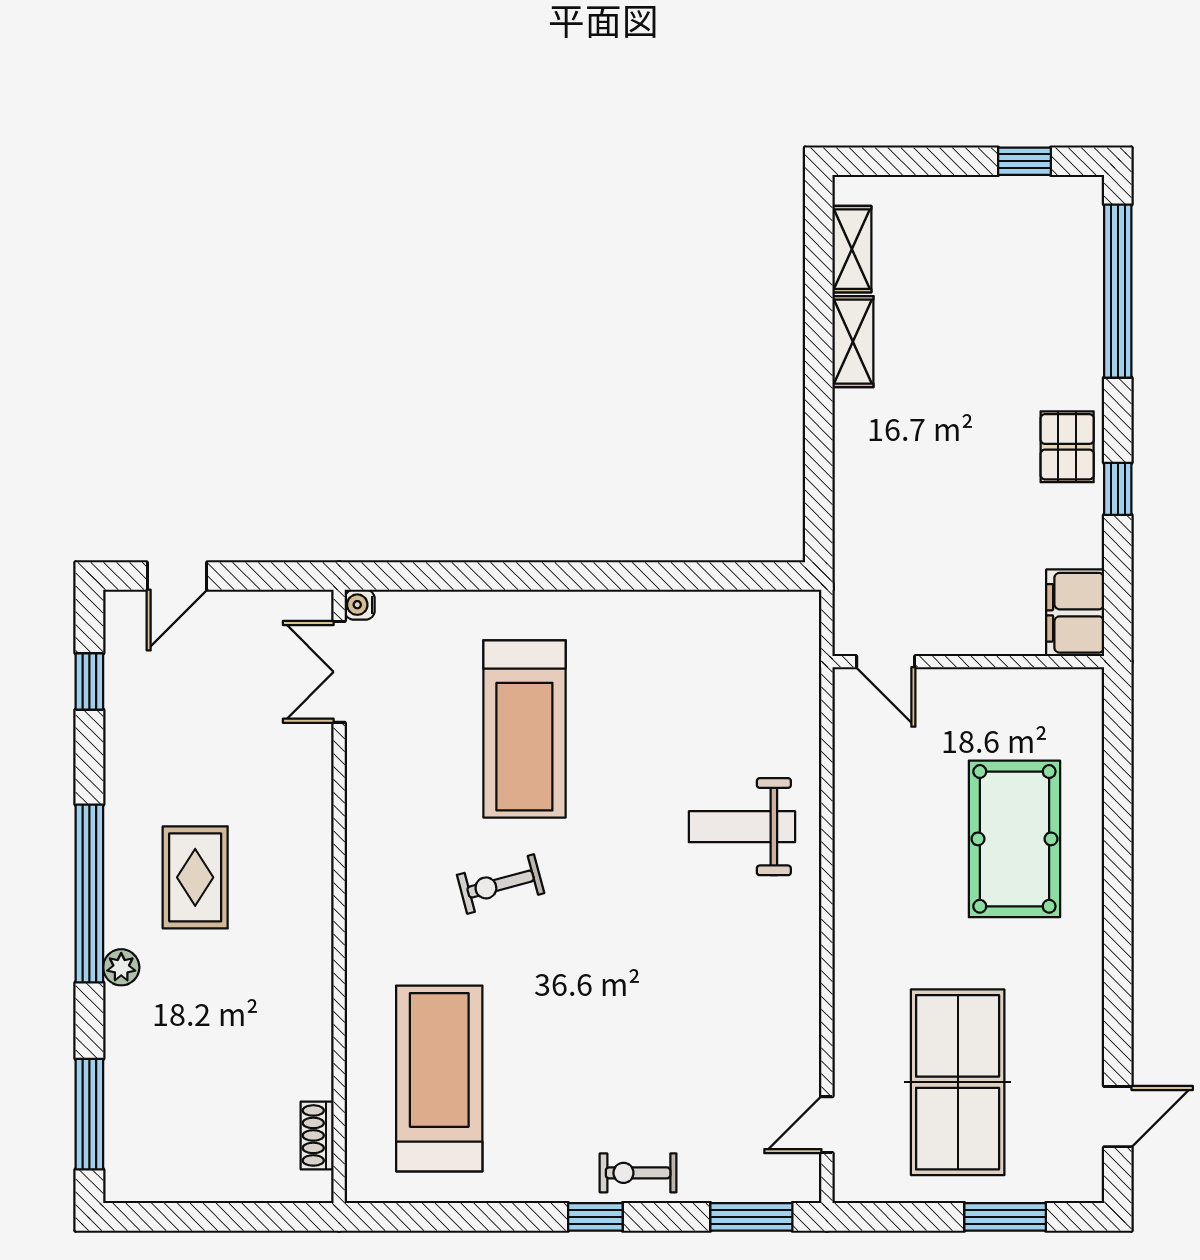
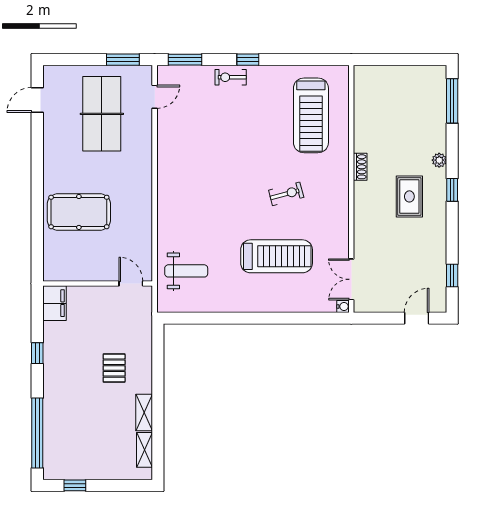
pallet: (1067, 447) -> (114, 368), moved
double door: (339, 672) -> (351, 279), swing flipped
treadmill: (524, 729) -> (277, 256), turned 90
weight bench: (742, 827) -> (186, 271), moved
pool table: (1014, 839) -> (79, 212), turned 90
window: (89, 894) -> (452, 190), width x0.32
shoe rack: (317, 1135) -> (360, 167), moved
exercise bike: (638, 1173) -> (231, 77), turned 180
window: (1005, 1217) -> (123, 60), moved

